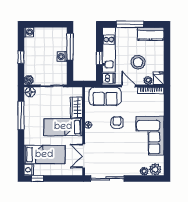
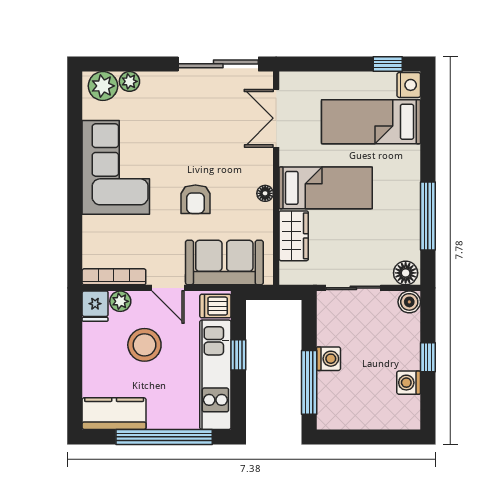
window: (130, 24) -> (164, 437), width x1.46
washing machine: (29, 32) -> (409, 383), moved
double door: (84, 156) -> (276, 118), swing flipped

